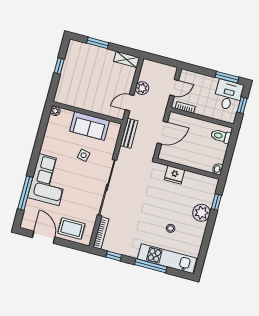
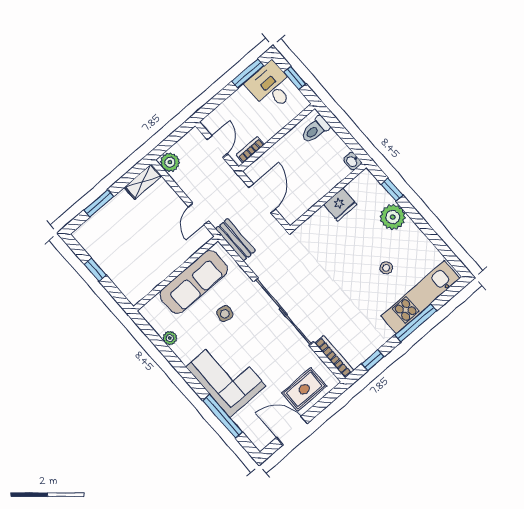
plant: (142, 88) -> (170, 162), moved
plant: (55, 111) -> (170, 338), moved
sofa: (90, 126) -> (194, 282), width x1.36
fridge: (174, 175) -> (340, 205), moved

